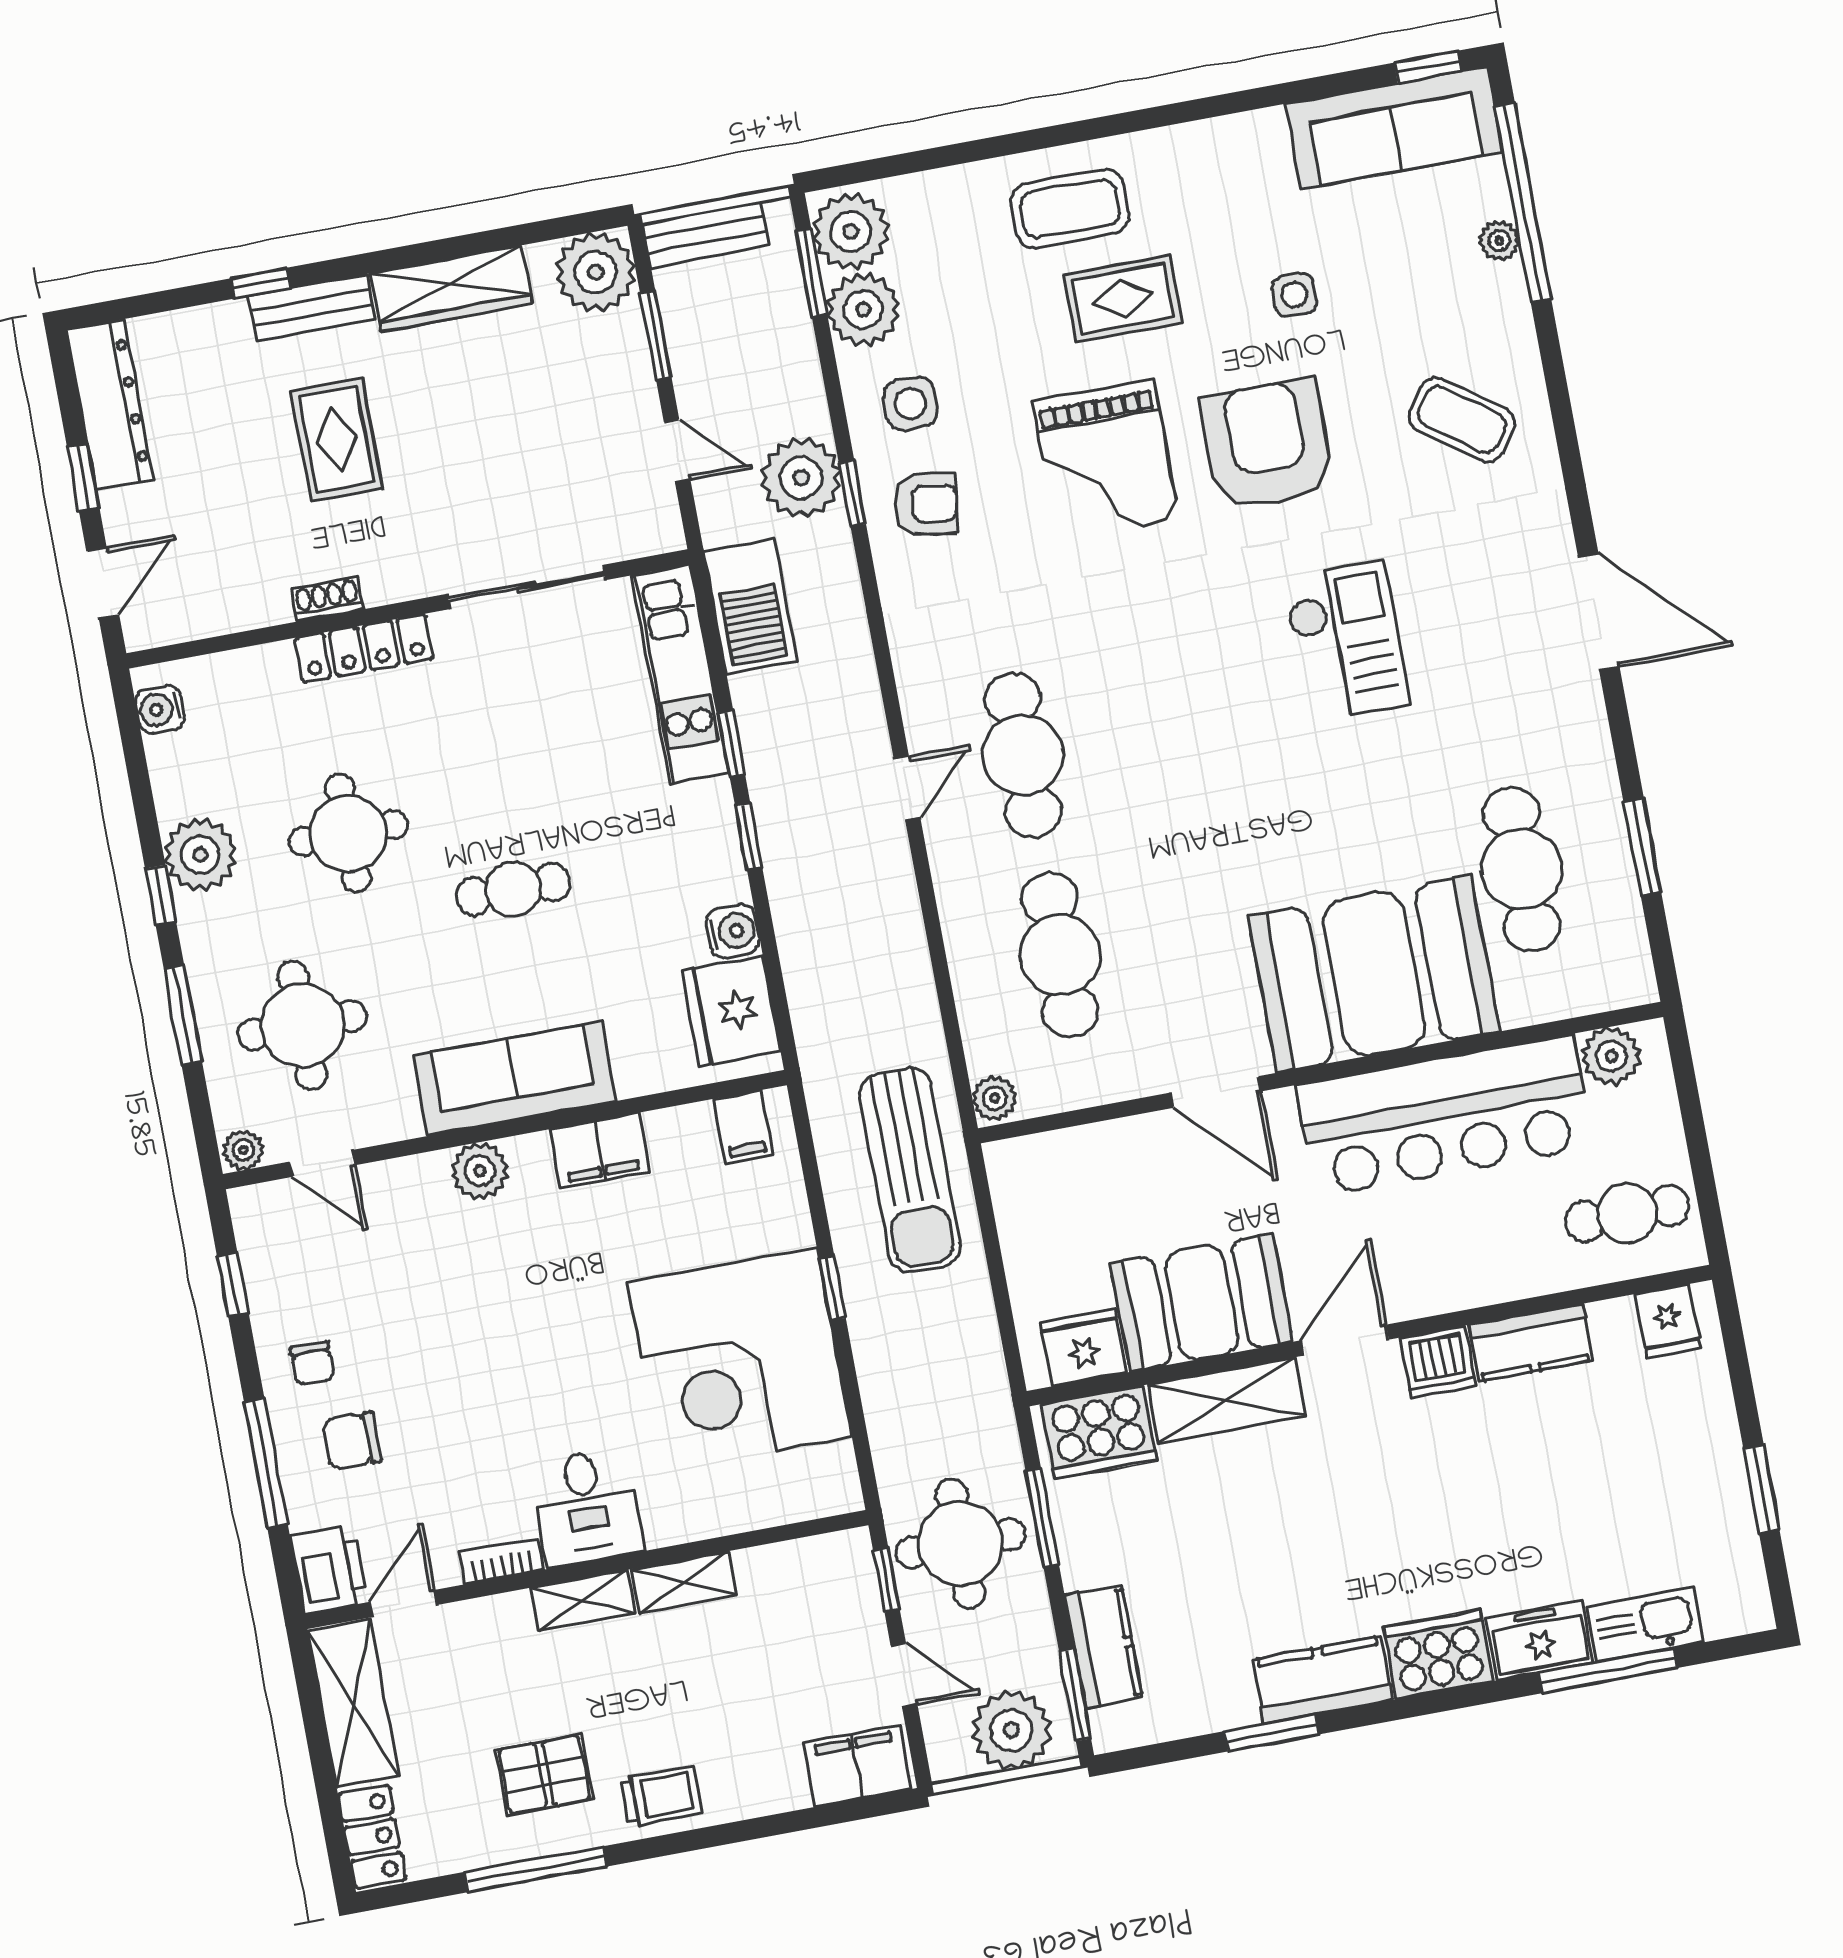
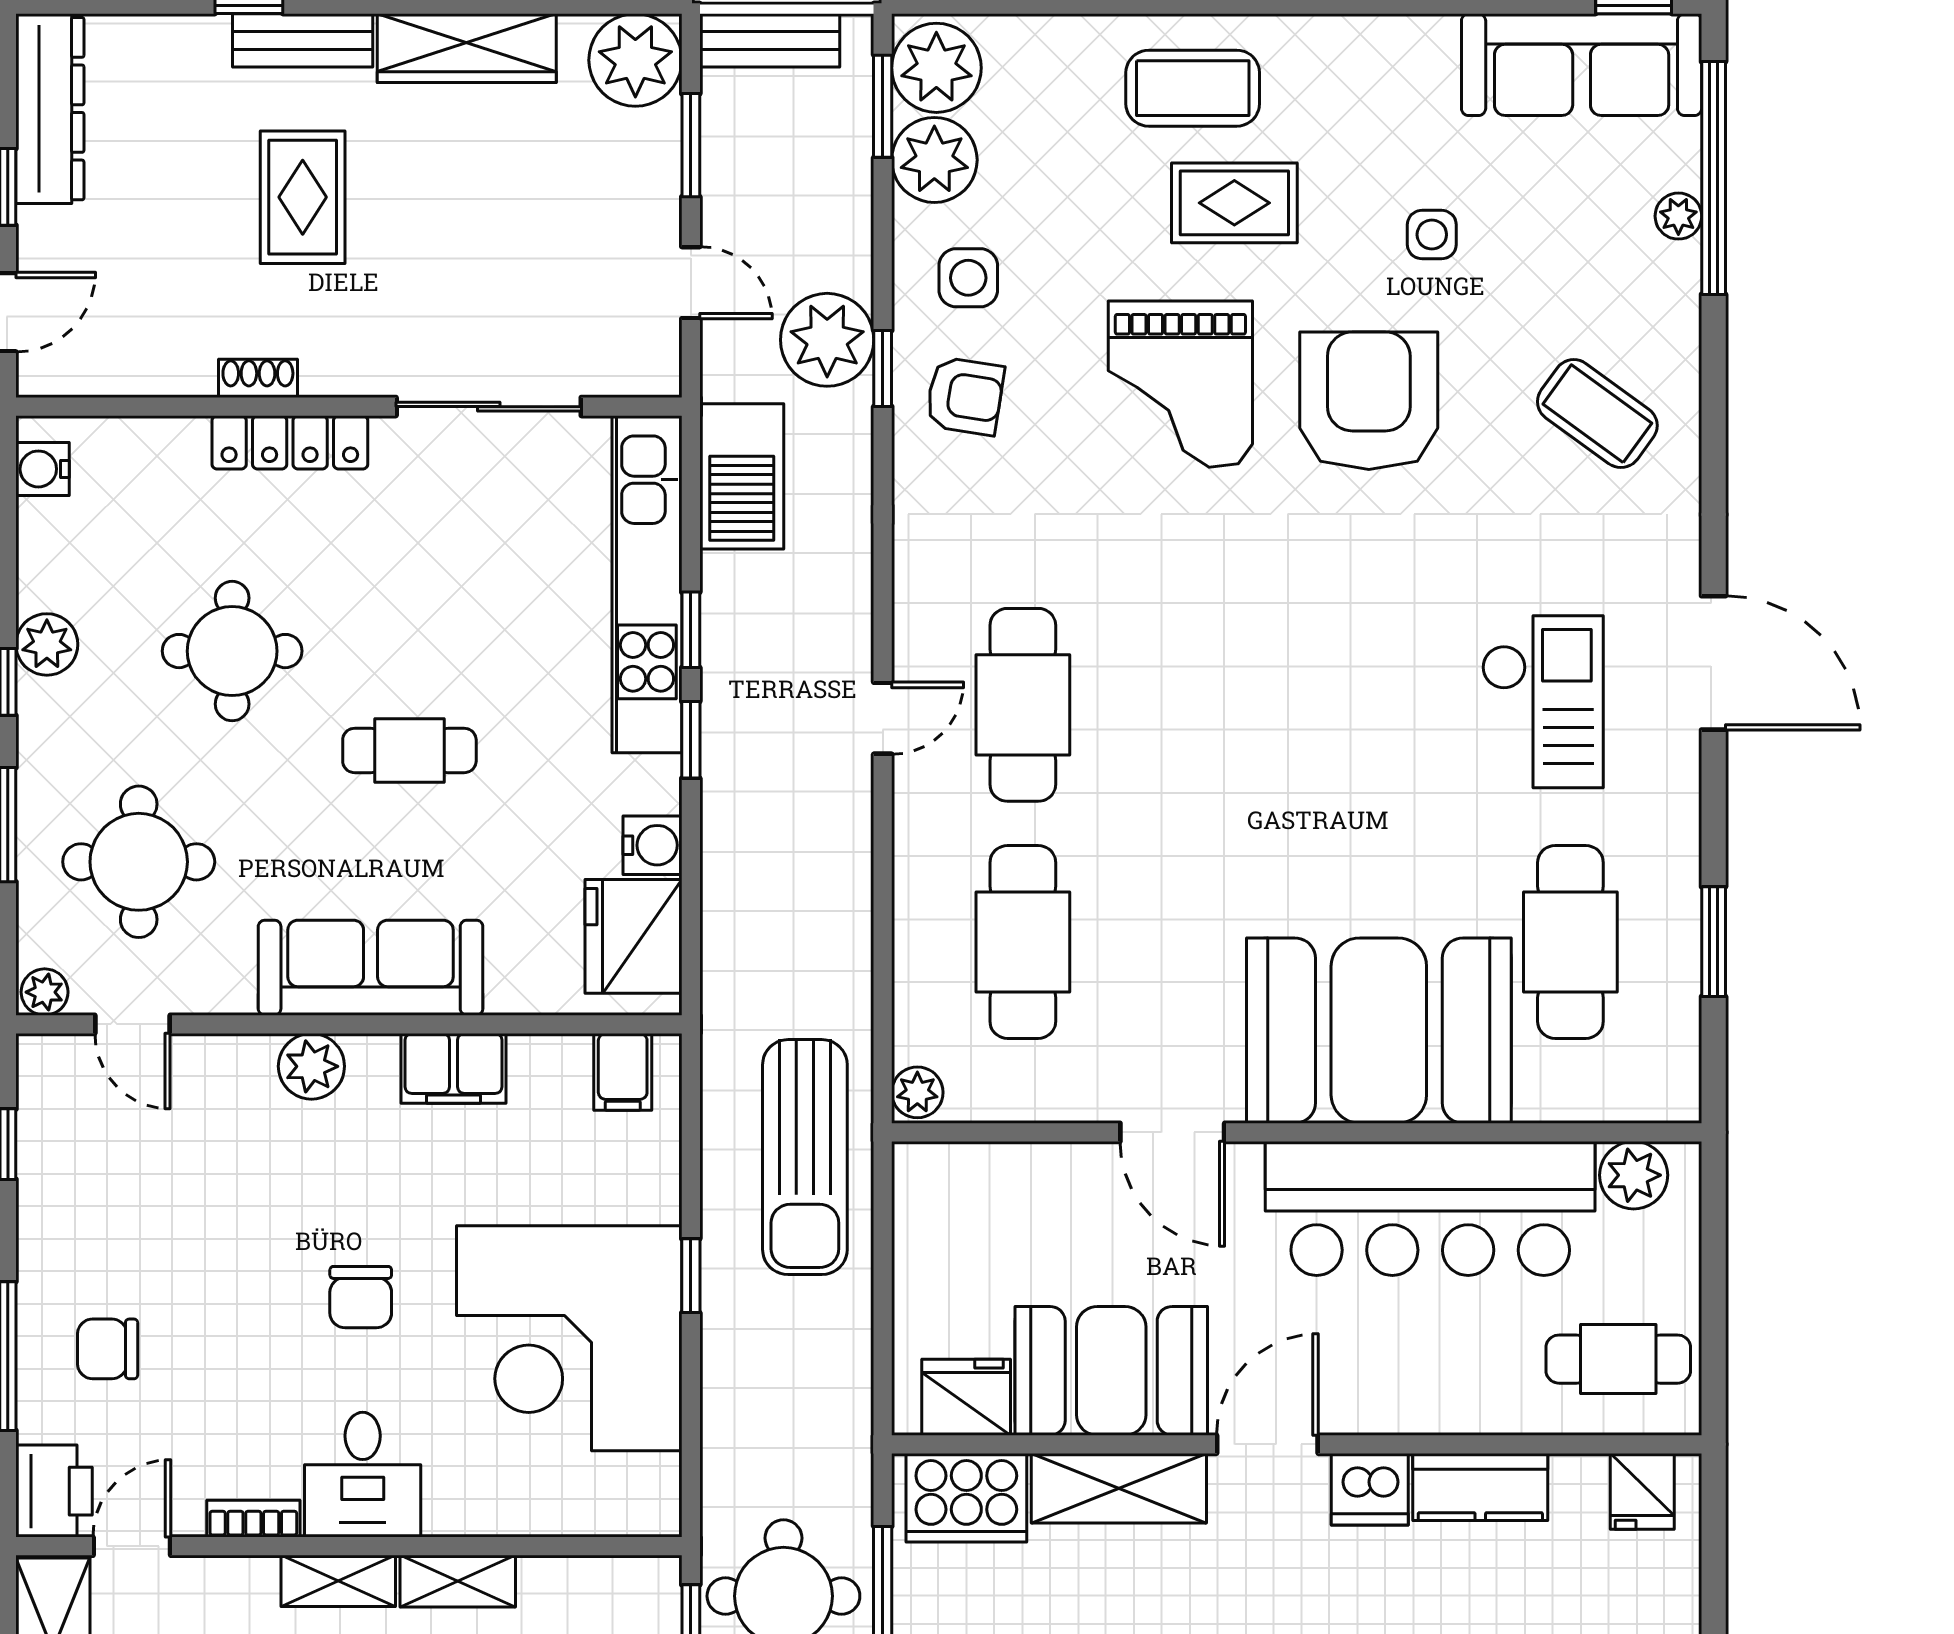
checkout: (1346, 641) -> (1543, 702), moved
kitchen unit: (680, 674) -> (647, 584), width x1.36
plant: (200, 855) -> (47, 644), width x0.73, depth x0.73
chair: (312, 1363) -> (361, 1297), moved, width x1.37, depth x1.37

